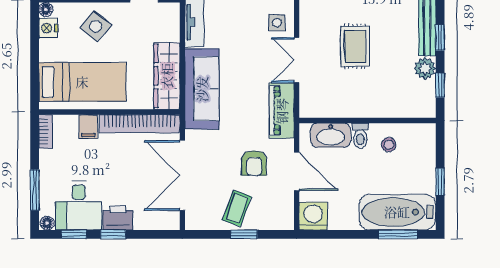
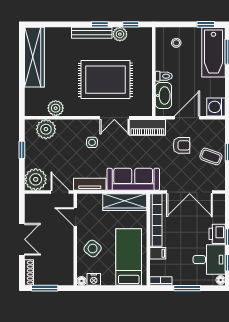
side table: (277, 23) -> (92, 142), moved
rug: (355, 46) -> (106, 80), width x1.86, depth x2.06
stool: (389, 145) -> (176, 43), moved
window: (440, 182) -> (206, 24), moved
window: (35, 190) -> (187, 288), moved

